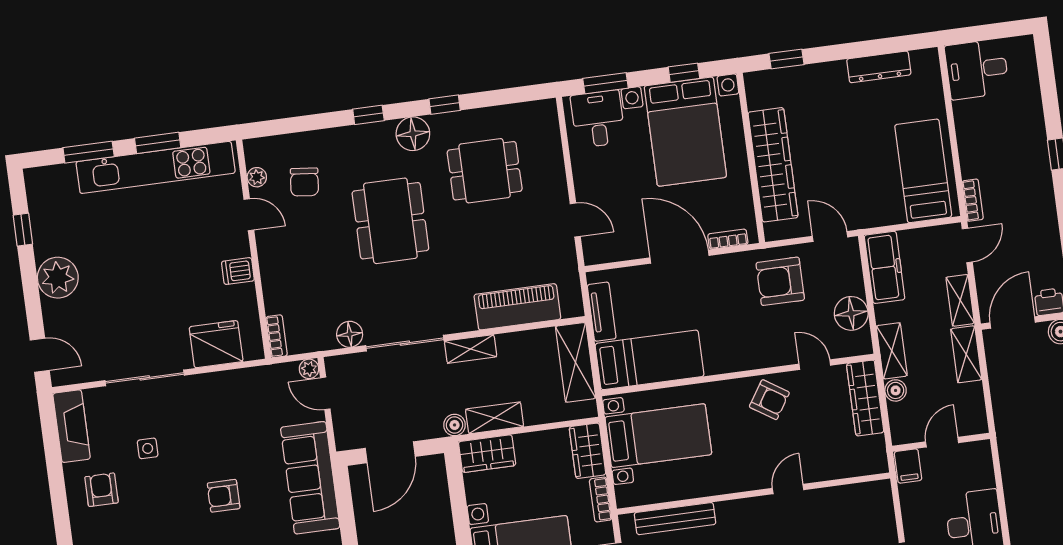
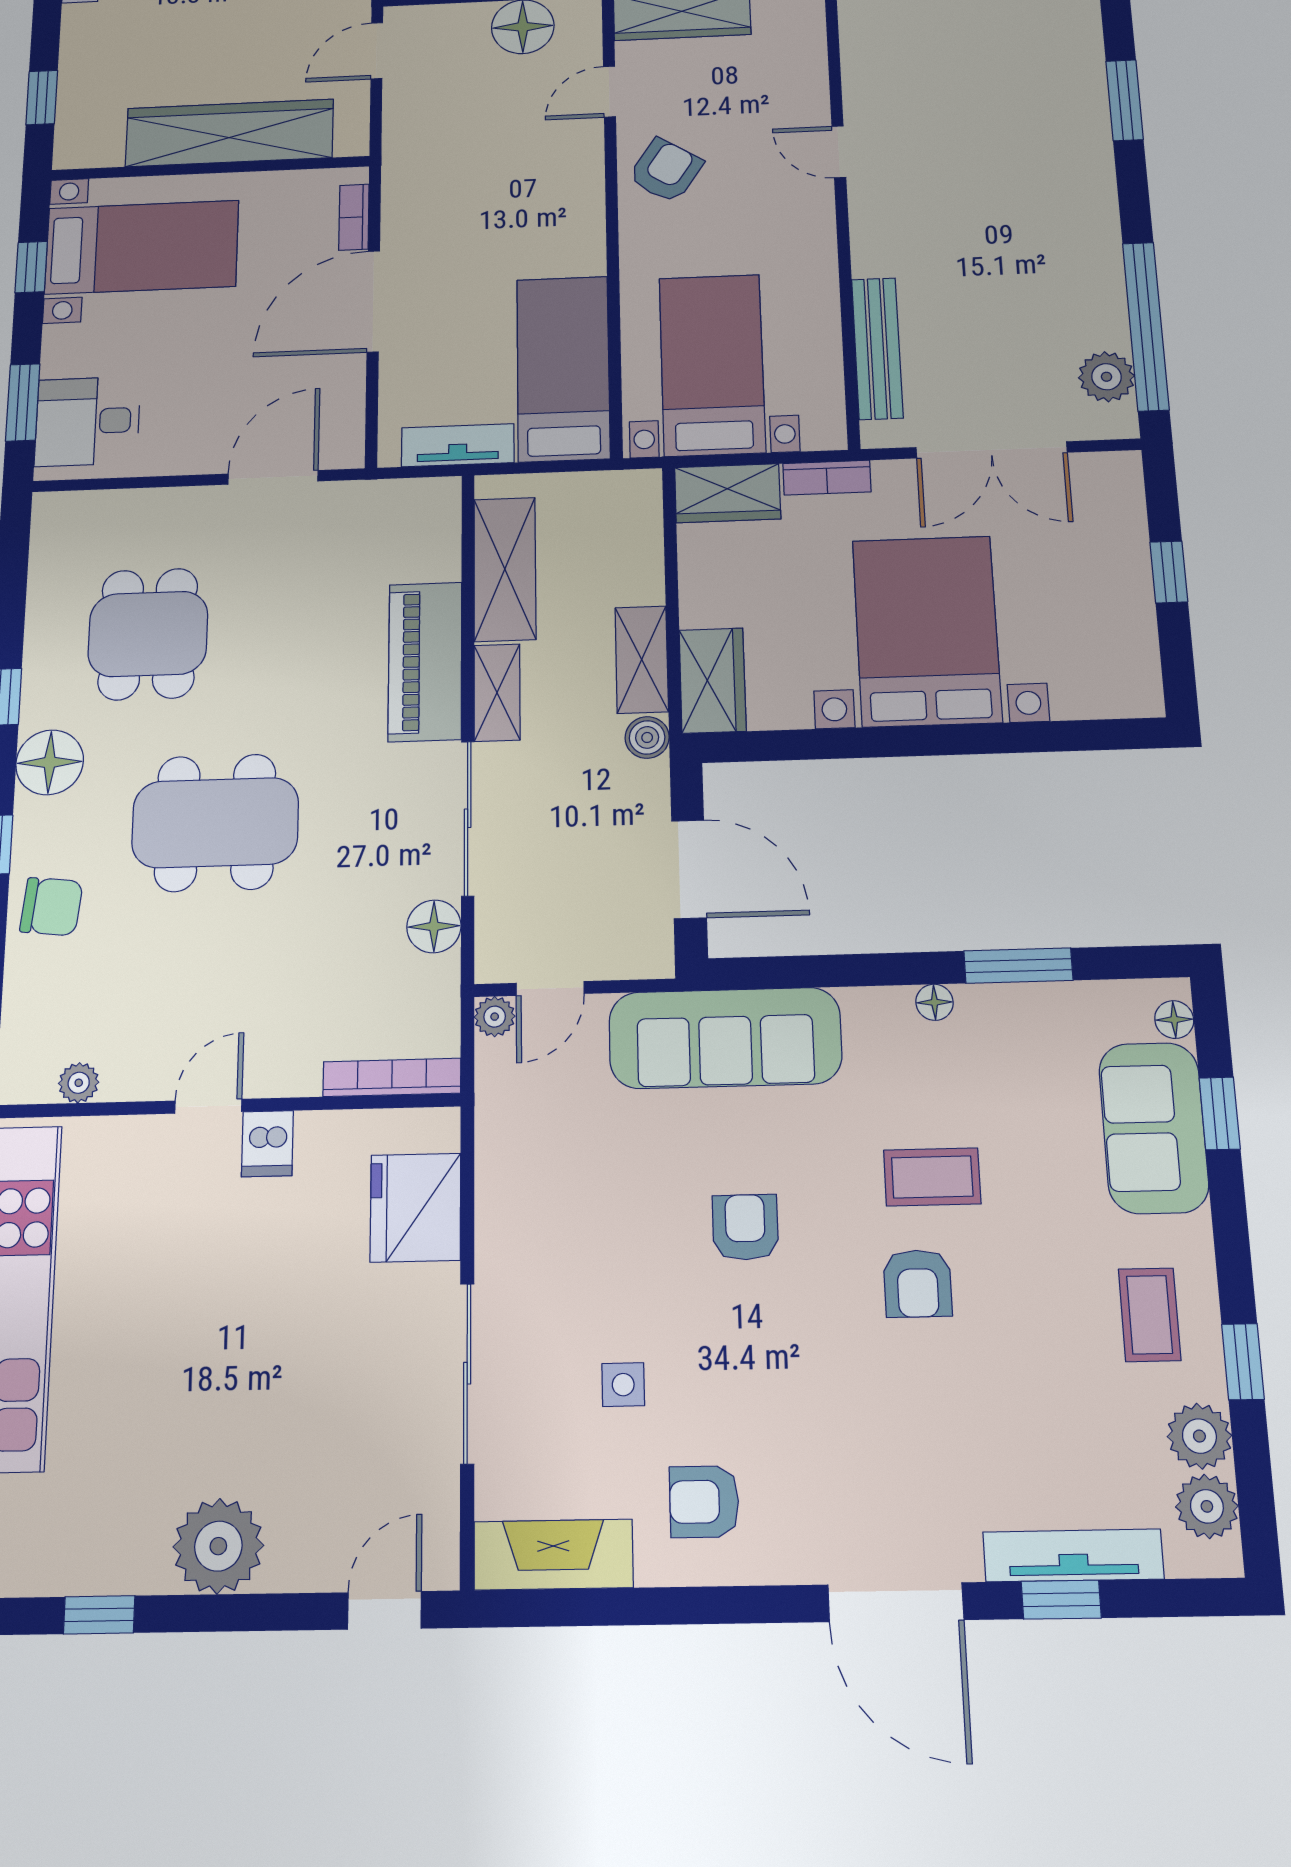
bed with nightstands: (685, 132) -> (142, 247), width x0.73
chair: (304, 182) -> (51, 907), moved
door: (249, 215) -> (208, 1106), moved
door: (575, 220) -> (273, 477), width x1.38
armchair: (780, 281) -> (446, 137), removed
piano: (517, 307) -> (425, 661), moved
bookcase: (277, 336) -> (392, 1077), width x1.56
shelving: (576, 362) -> (505, 569), moved, turned 90
armchair: (224, 496) -> (745, 1227), turned 180

